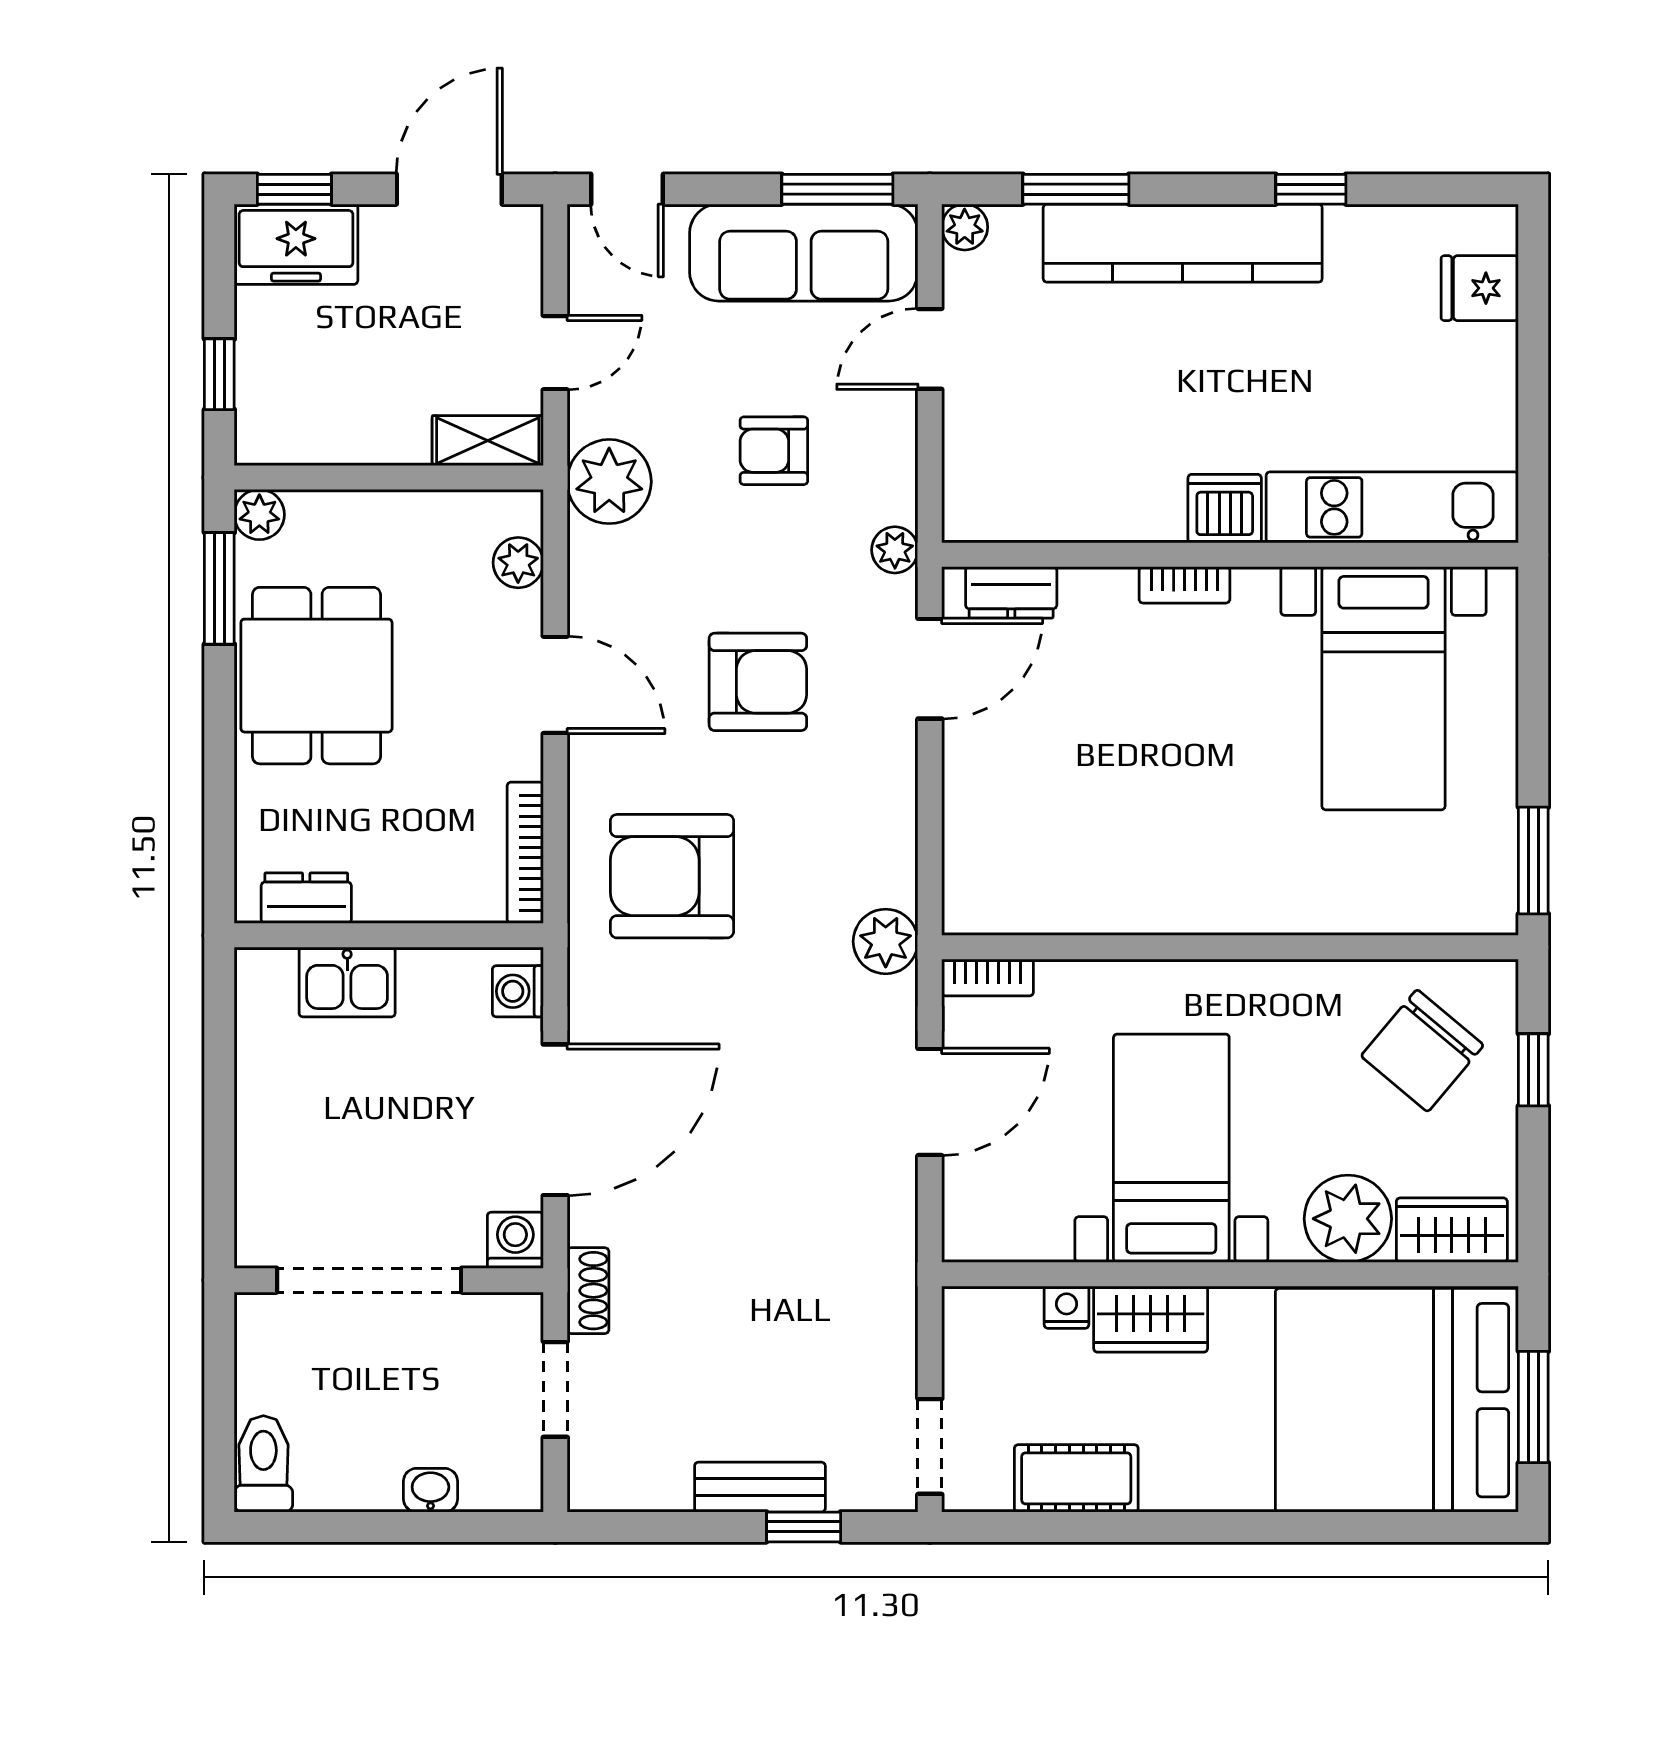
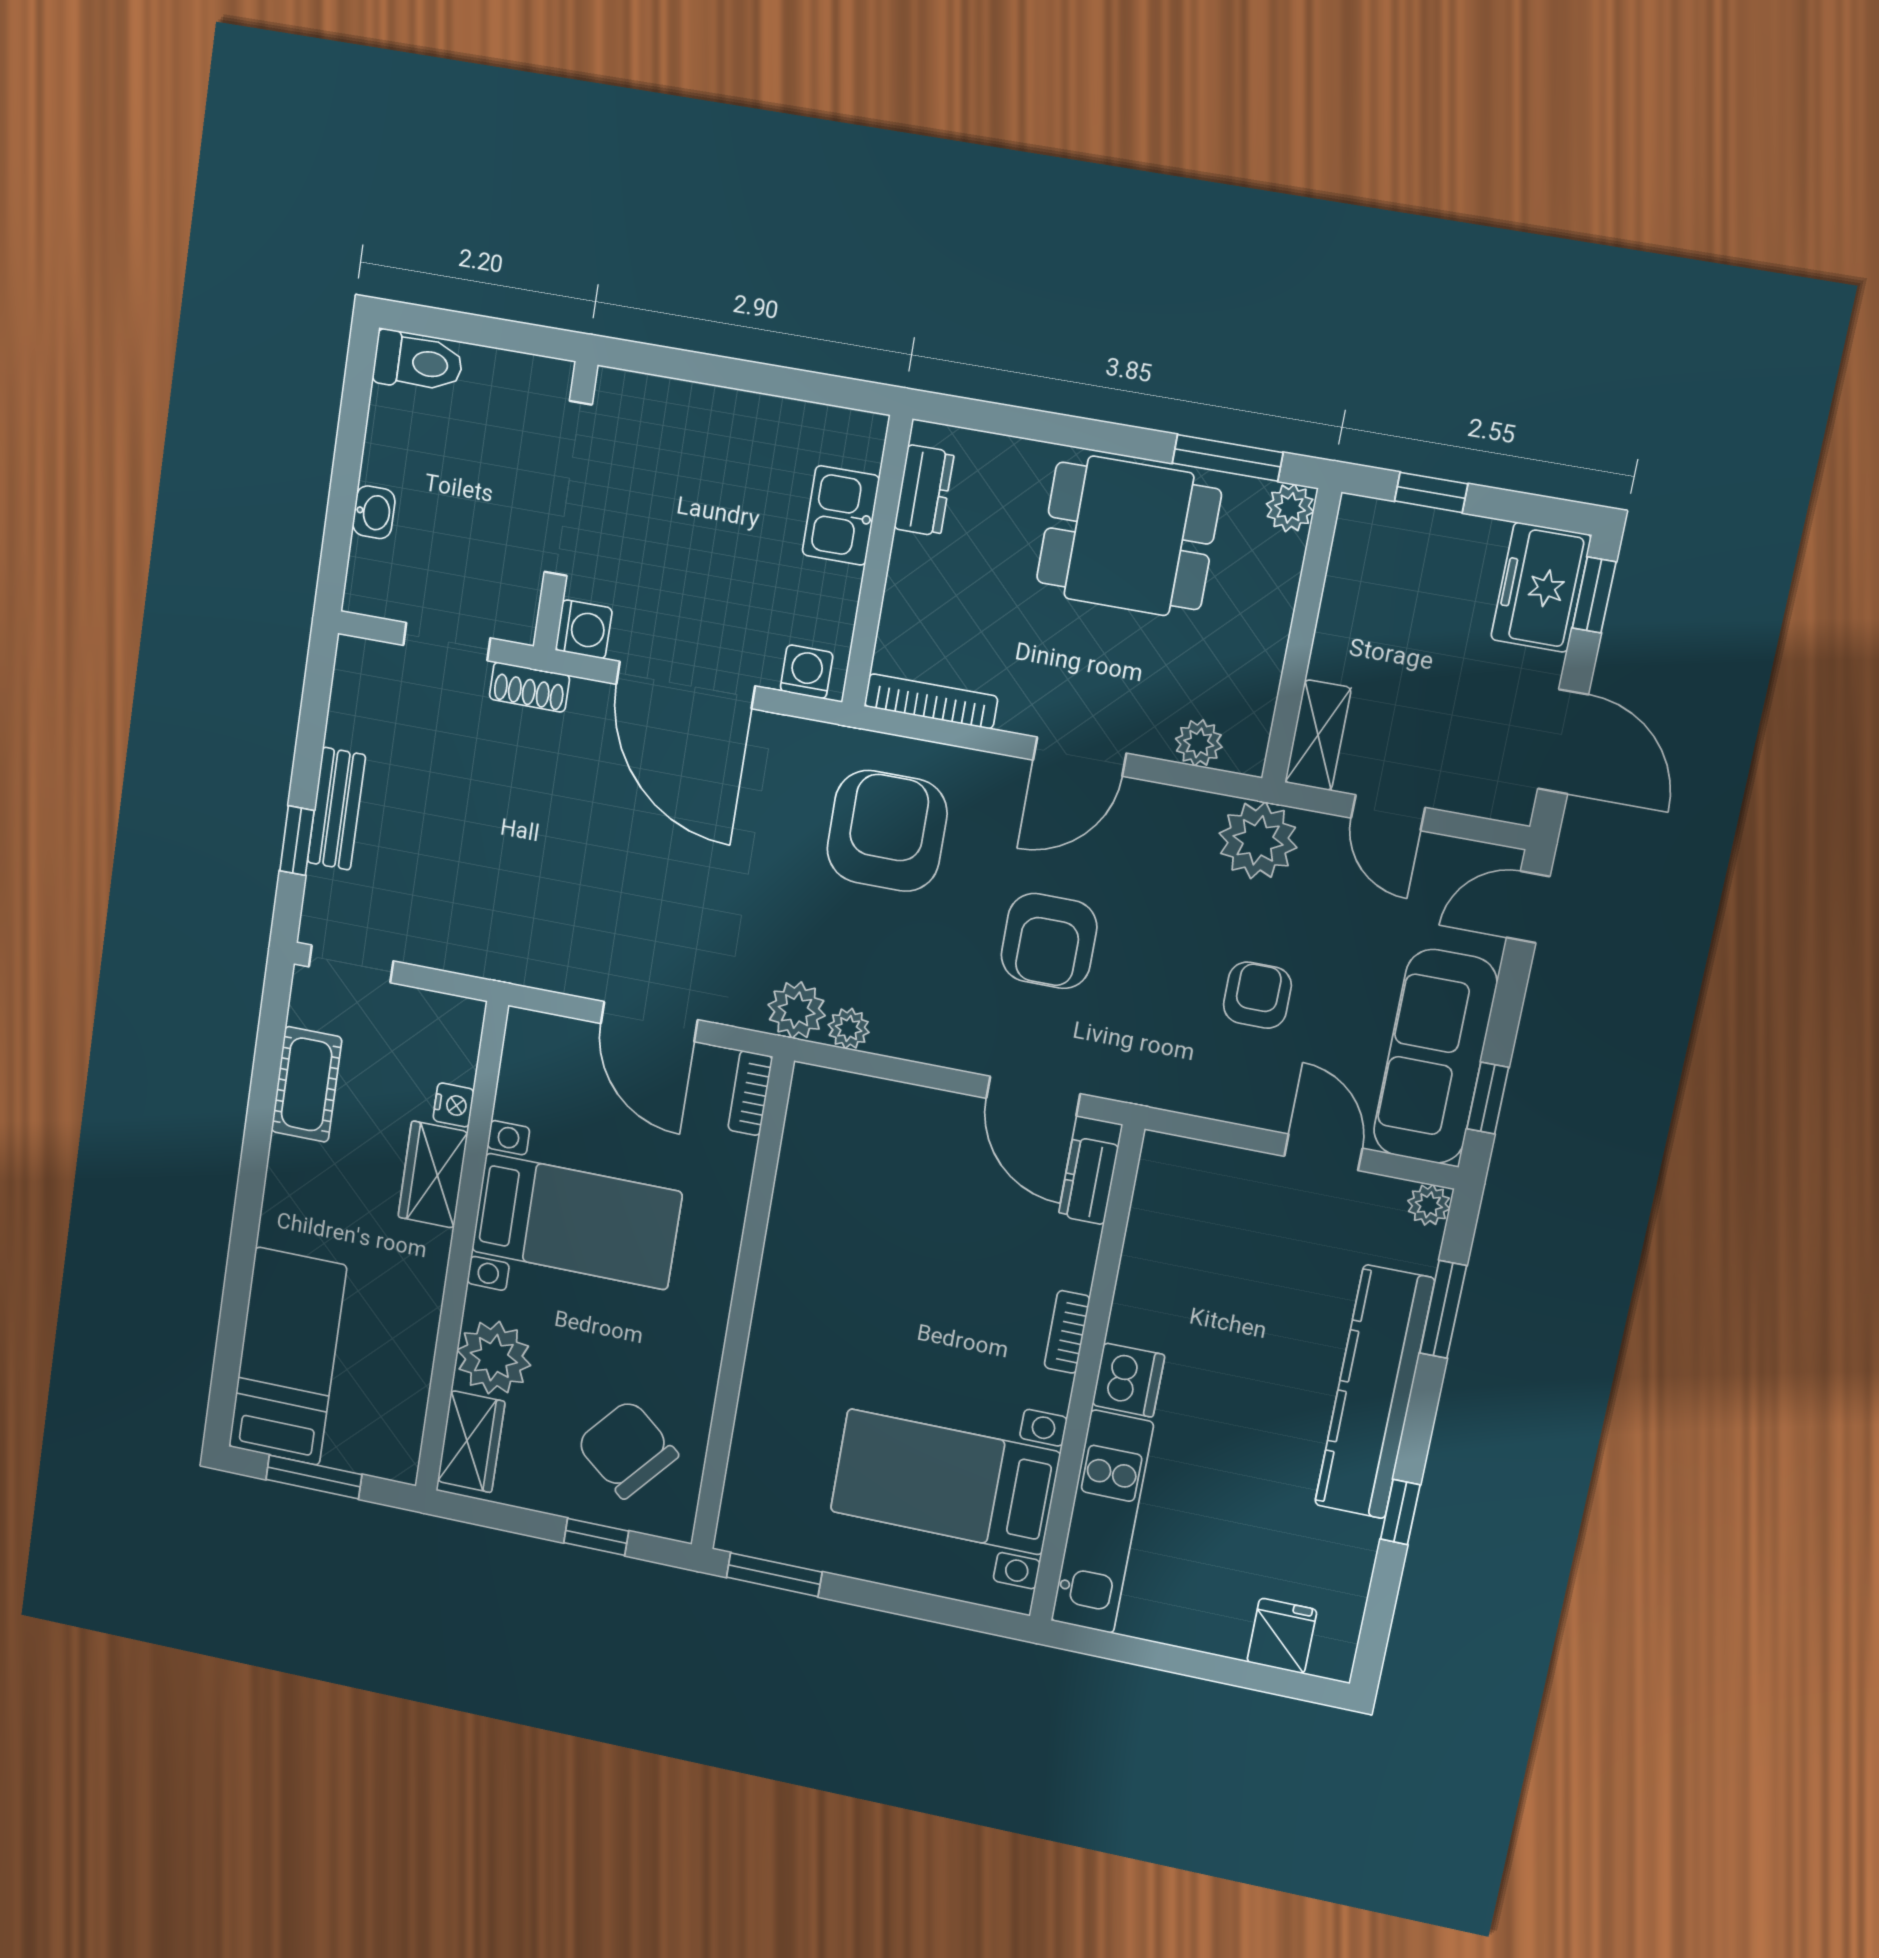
window: (837, 189) -> (1488, 1098), width x0.67
plant: (895, 550) -> (849, 1029), moved
bed: (1397, 1400) -> (287, 1357), width x0.49

